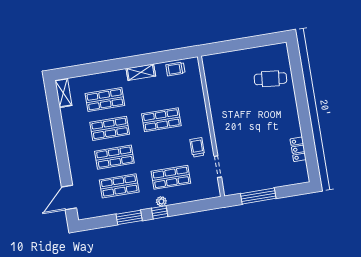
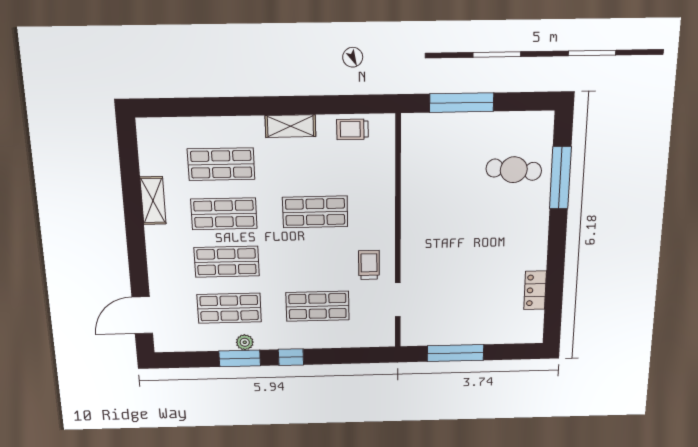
window: (234, 45) -> (462, 103), added
window: (298, 80) -> (560, 178), added
shelving: (63, 93) -> (153, 201), moved
plant: (161, 201) -> (245, 342), moved

